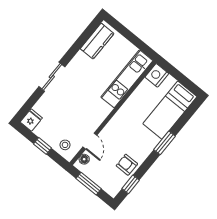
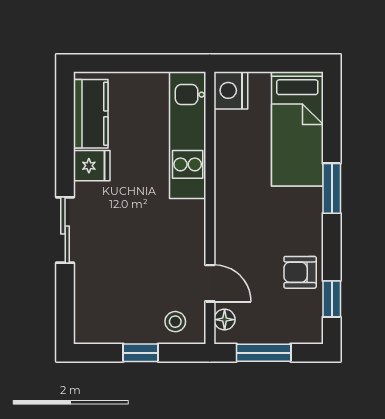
fridge: (31, 120) -> (92, 166), moved, turned 90

